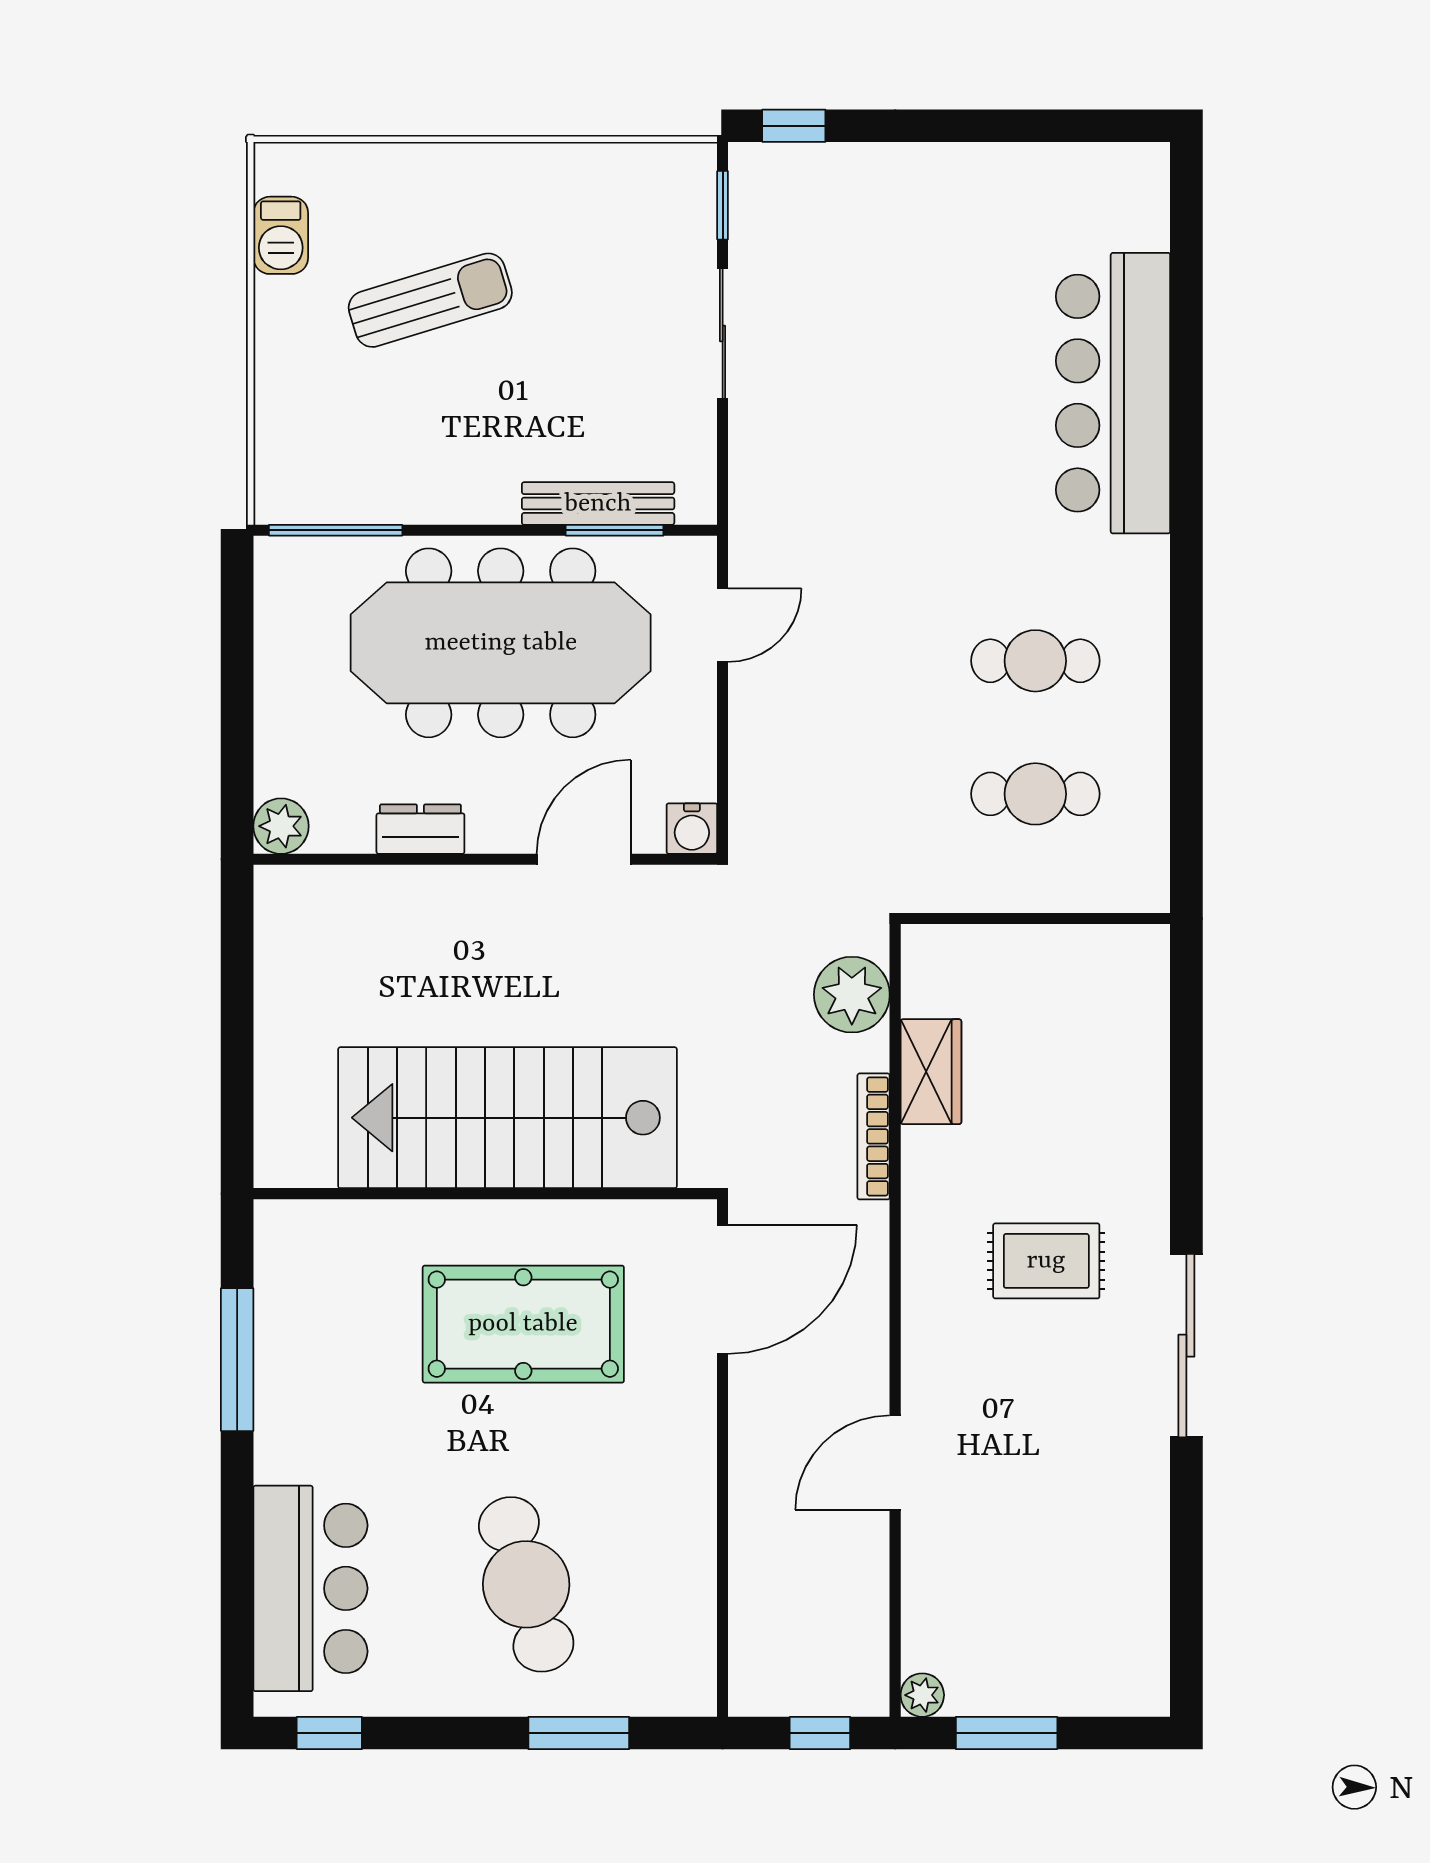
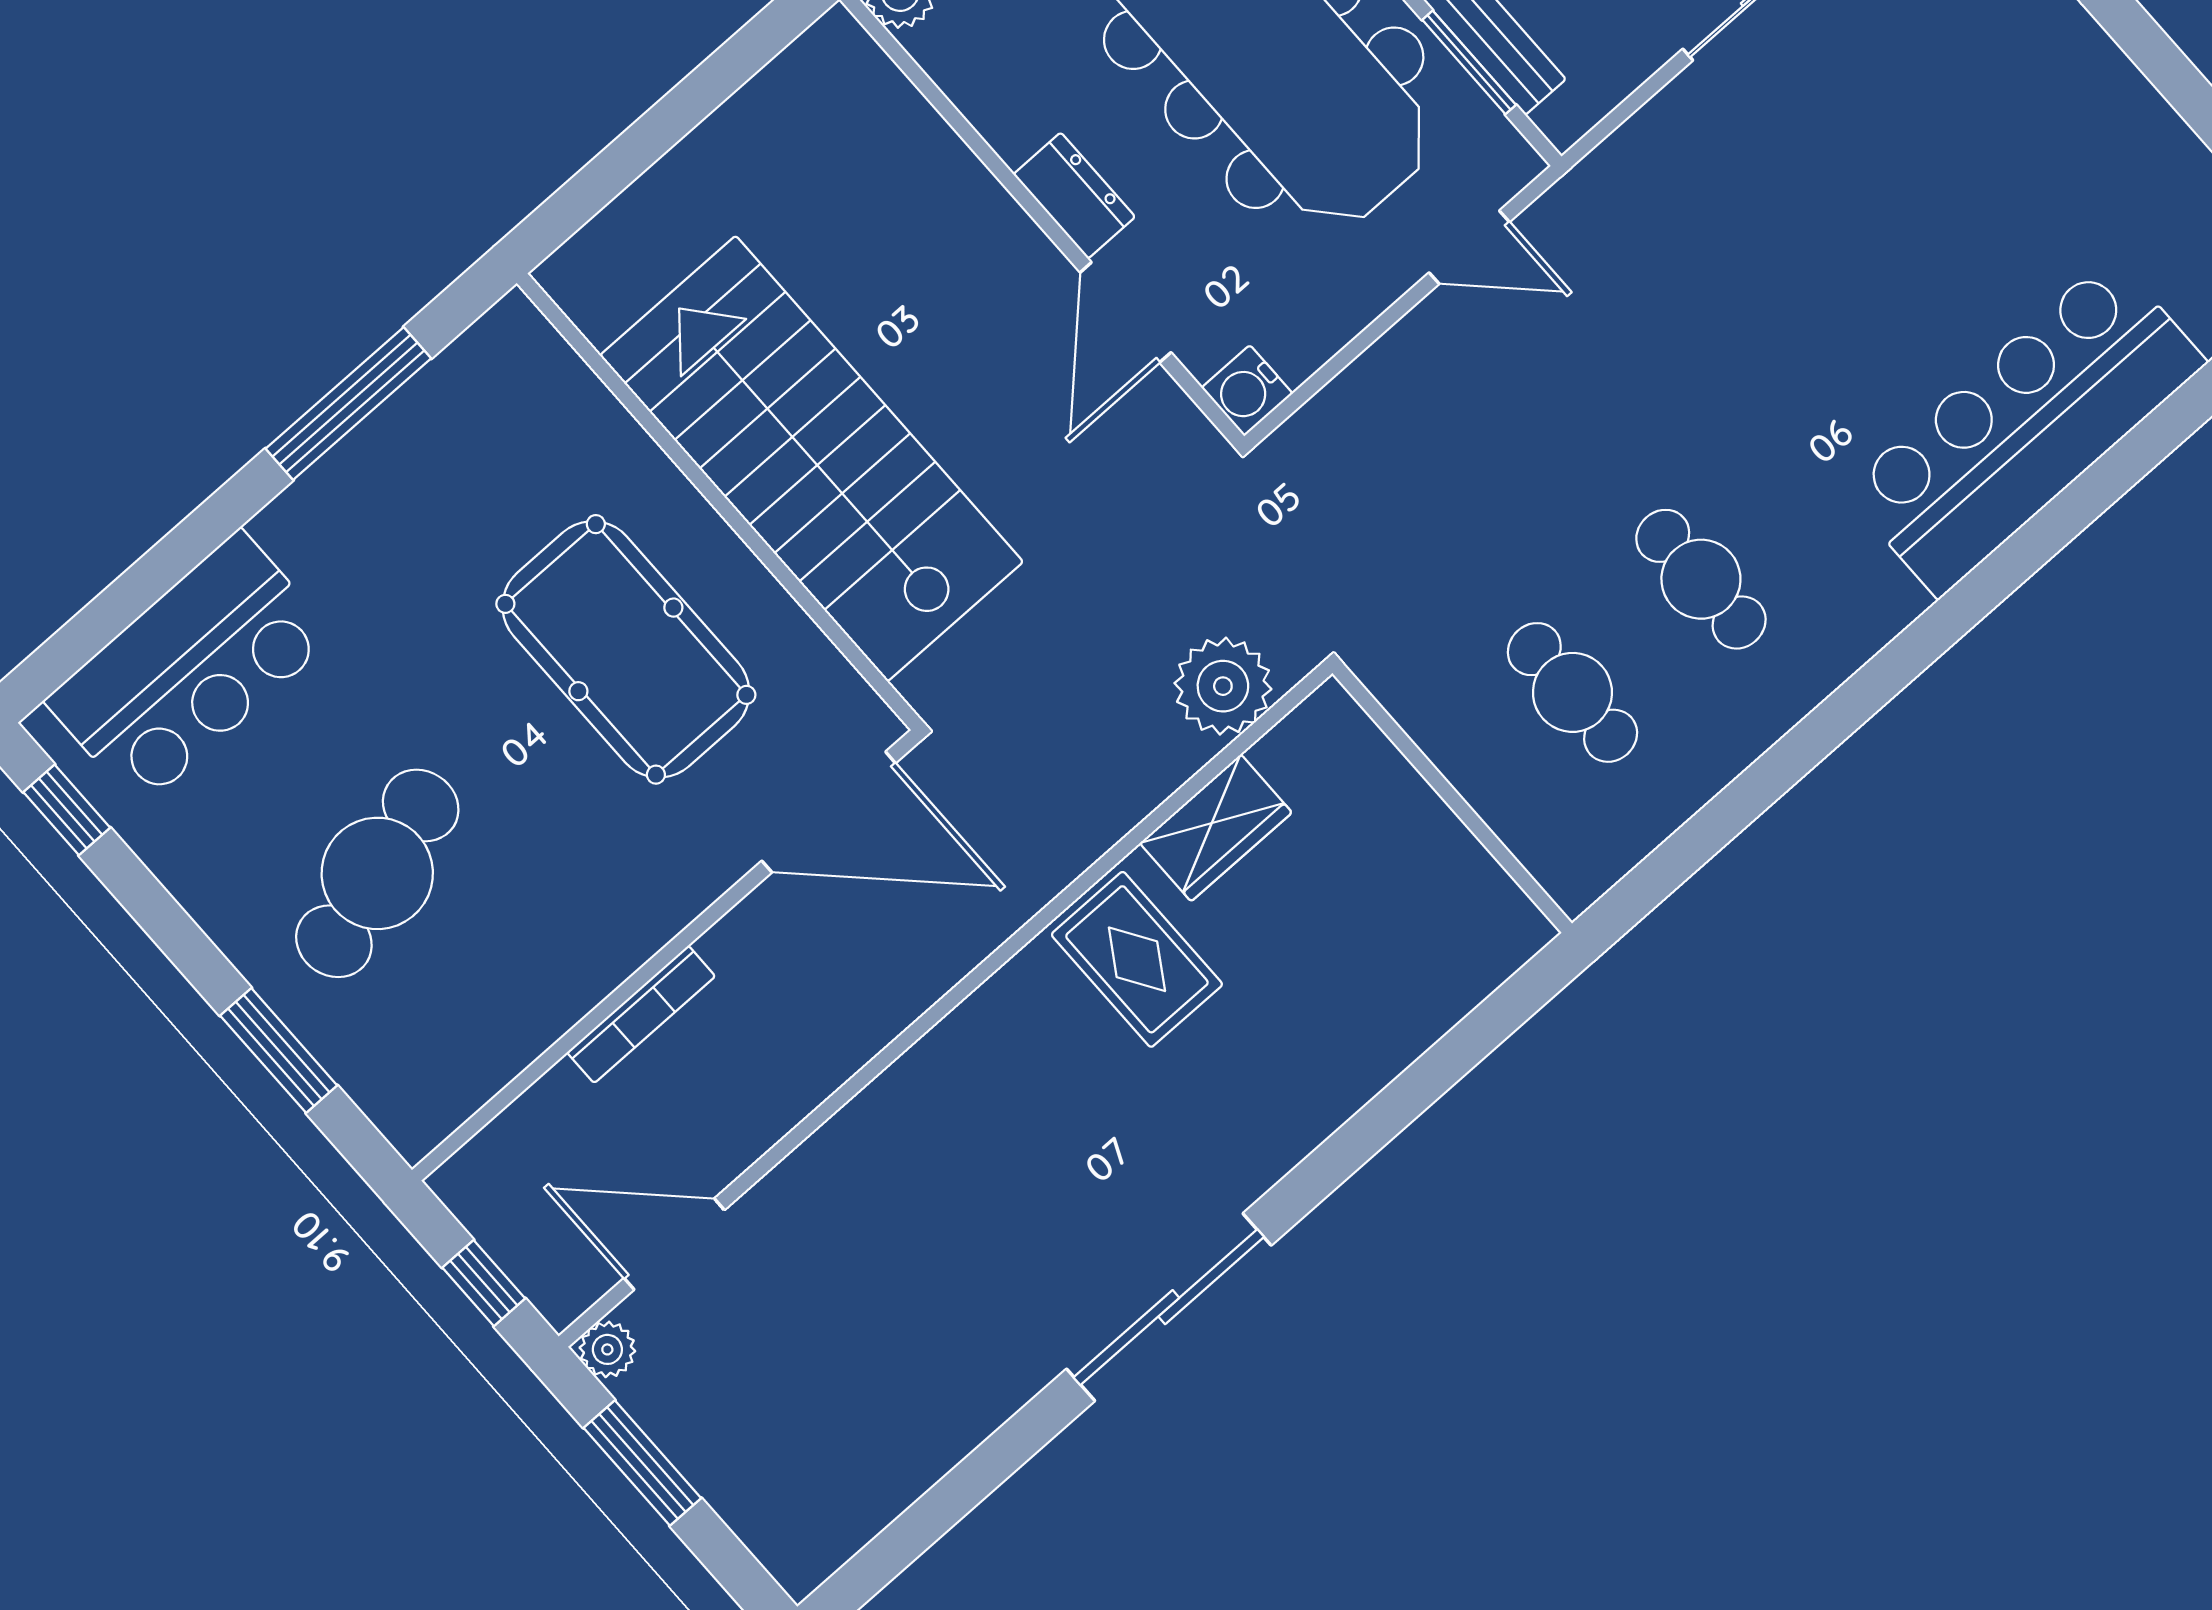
dresser: (420, 829) -> (1074, 196), moved
door: (584, 859) -> (1126, 312), swing flipped
bookcase: (874, 1136) -> (641, 1014), moved, turned 180
rug: (1046, 1261) -> (1137, 959), moved
door: (895, 1463) -> (674, 1244), moved

